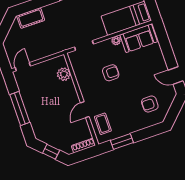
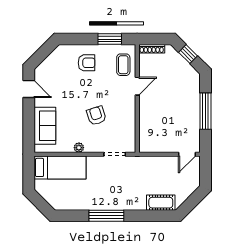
sofa: (139, 38) -> (45, 126), moved, turned 90
armchair: (111, 73) -> (96, 116), turned 72
plant: (64, 74) -> (146, 131), removed
armchair: (150, 104) -> (87, 63), moved

